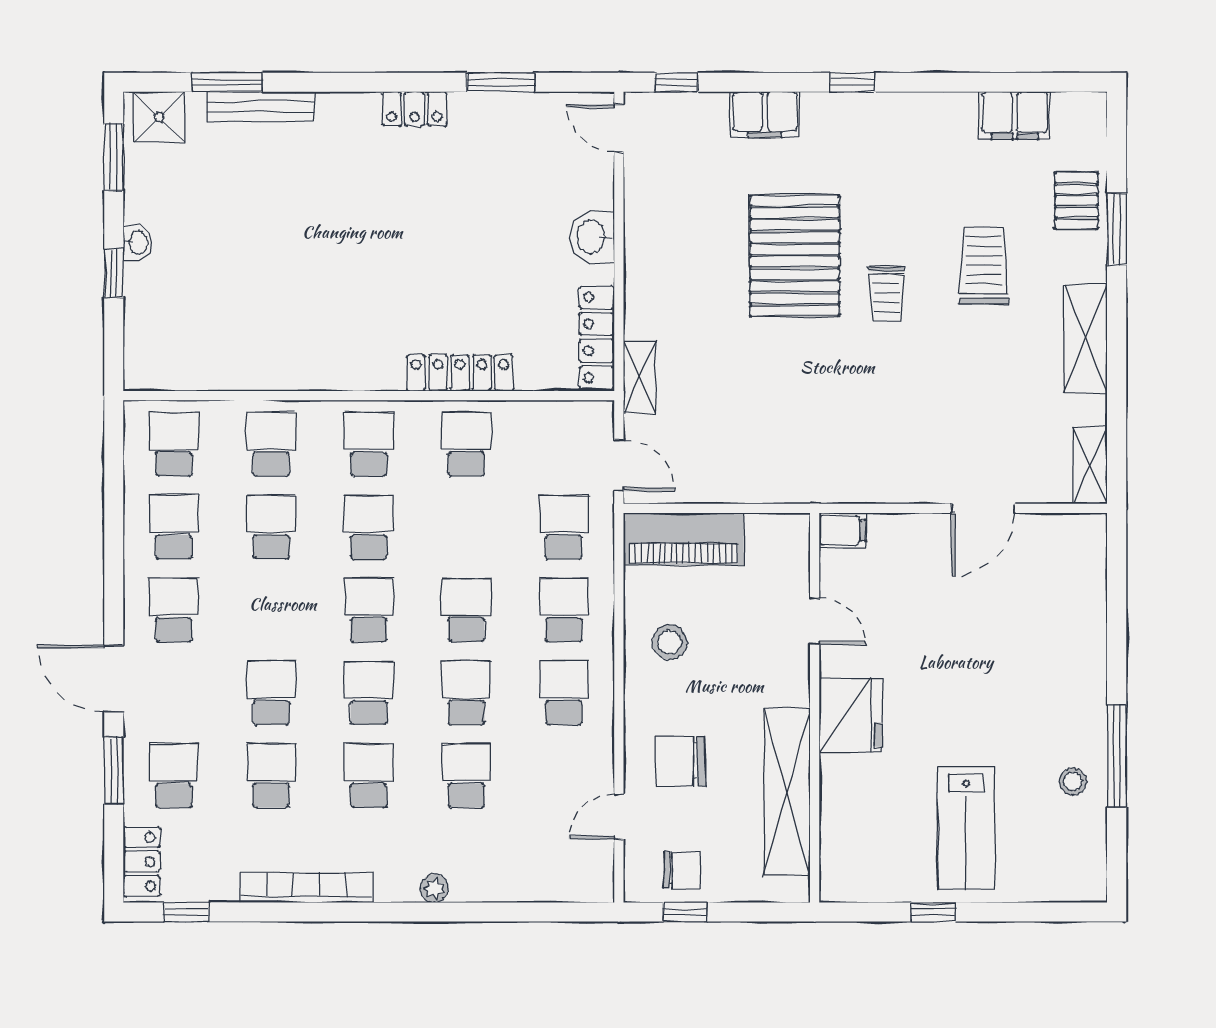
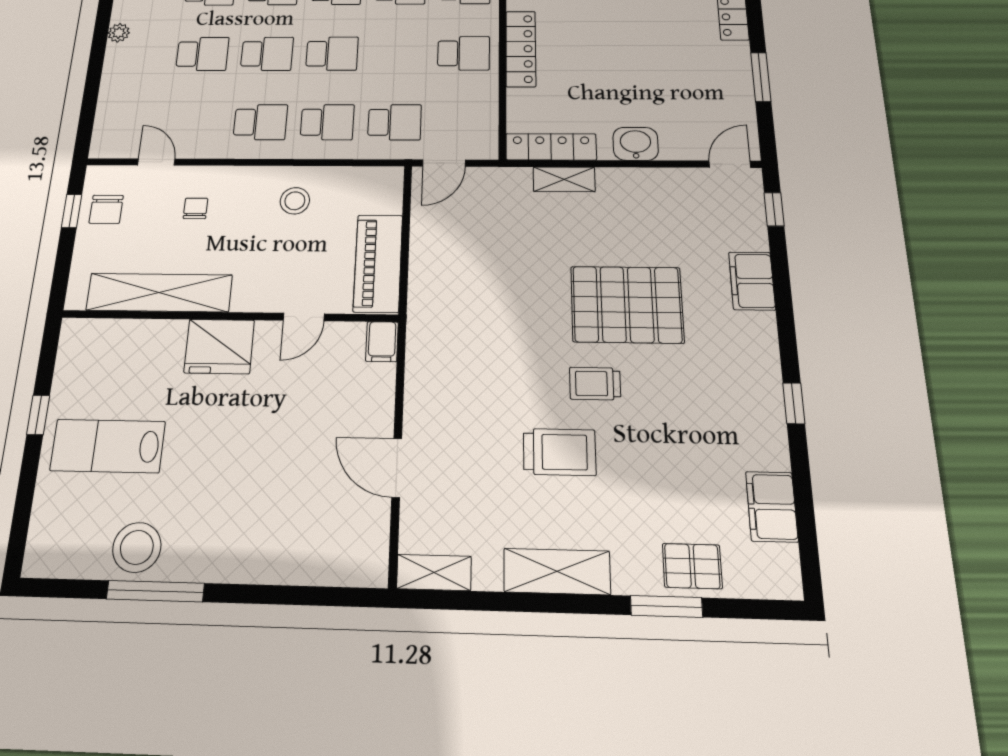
window: (852, 82) -> (794, 403), moved
trolley: (984, 266) -> (559, 452), moved
shelving: (640, 377) -> (564, 179), moved
piano: (684, 539) -> (378, 263), moved
chair: (680, 761) -> (196, 208), width x0.54, depth x0.54
stool: (1073, 782) -> (137, 547), width x1.89, depth x1.89

